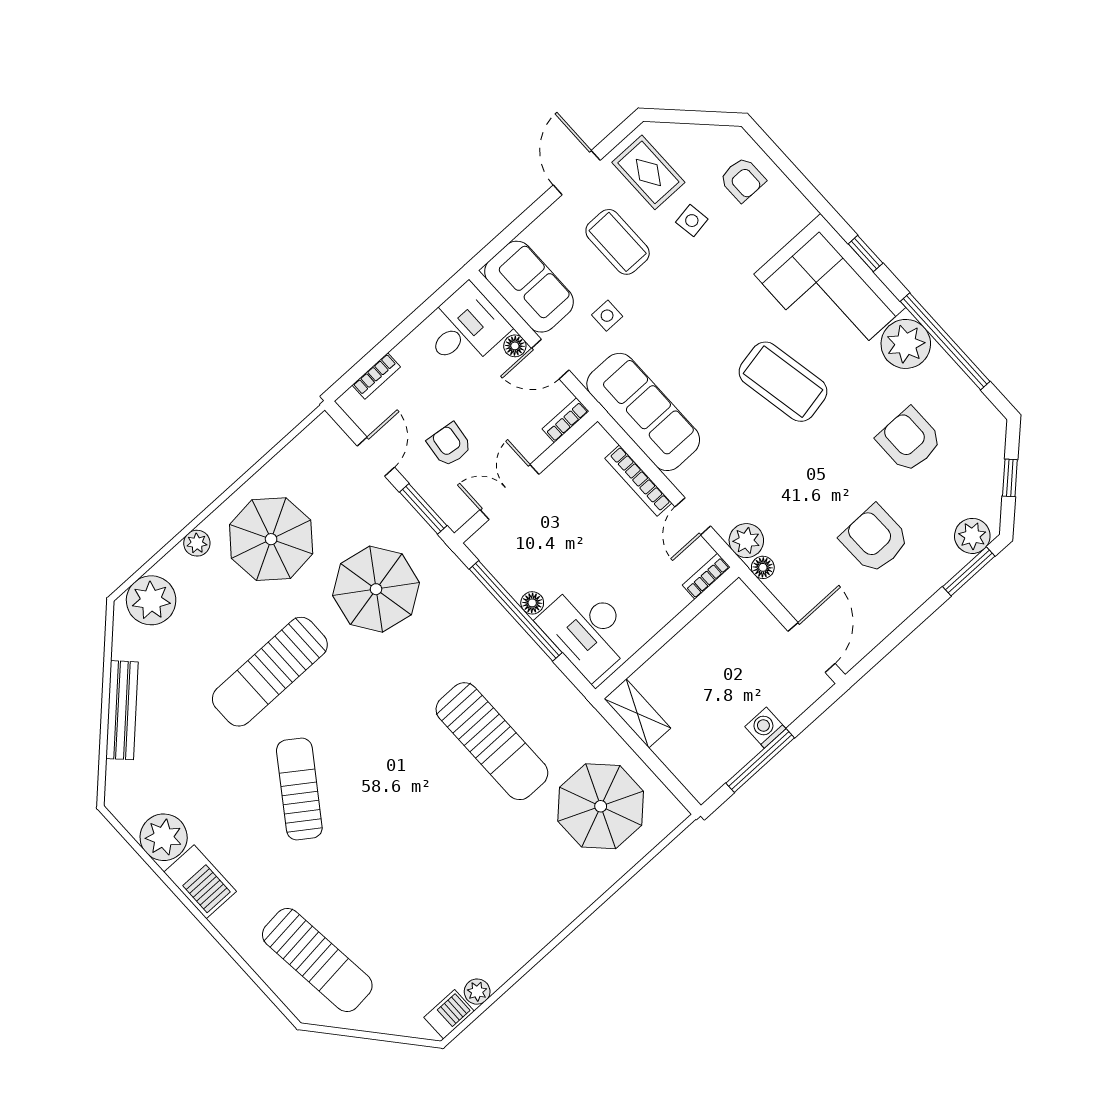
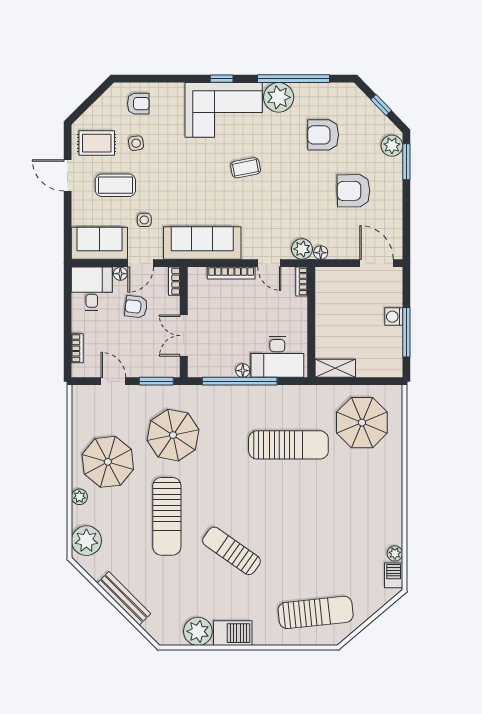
coffee table: (783, 382) -> (246, 168), width x0.54, depth x0.58
armchair: (449, 445) -> (136, 307), moved

